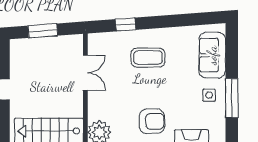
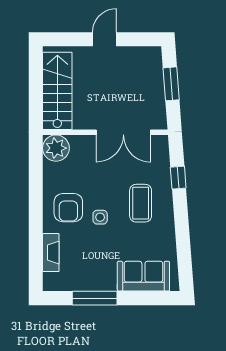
double door: (85, 73) -> (123, 132), width x1.37
side table: (209, 95) -> (100, 217), moved

